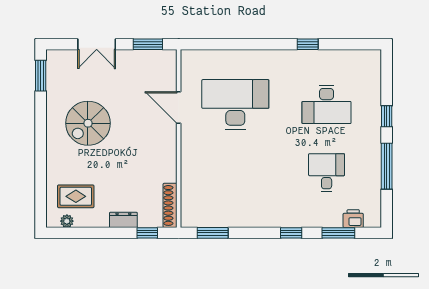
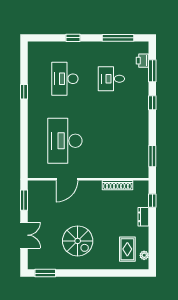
desk: (327, 104) -> (65, 79), turned 180
window: (387, 166) -> (118, 38), moved
shoe rack: (170, 205) -> (117, 185), moved

